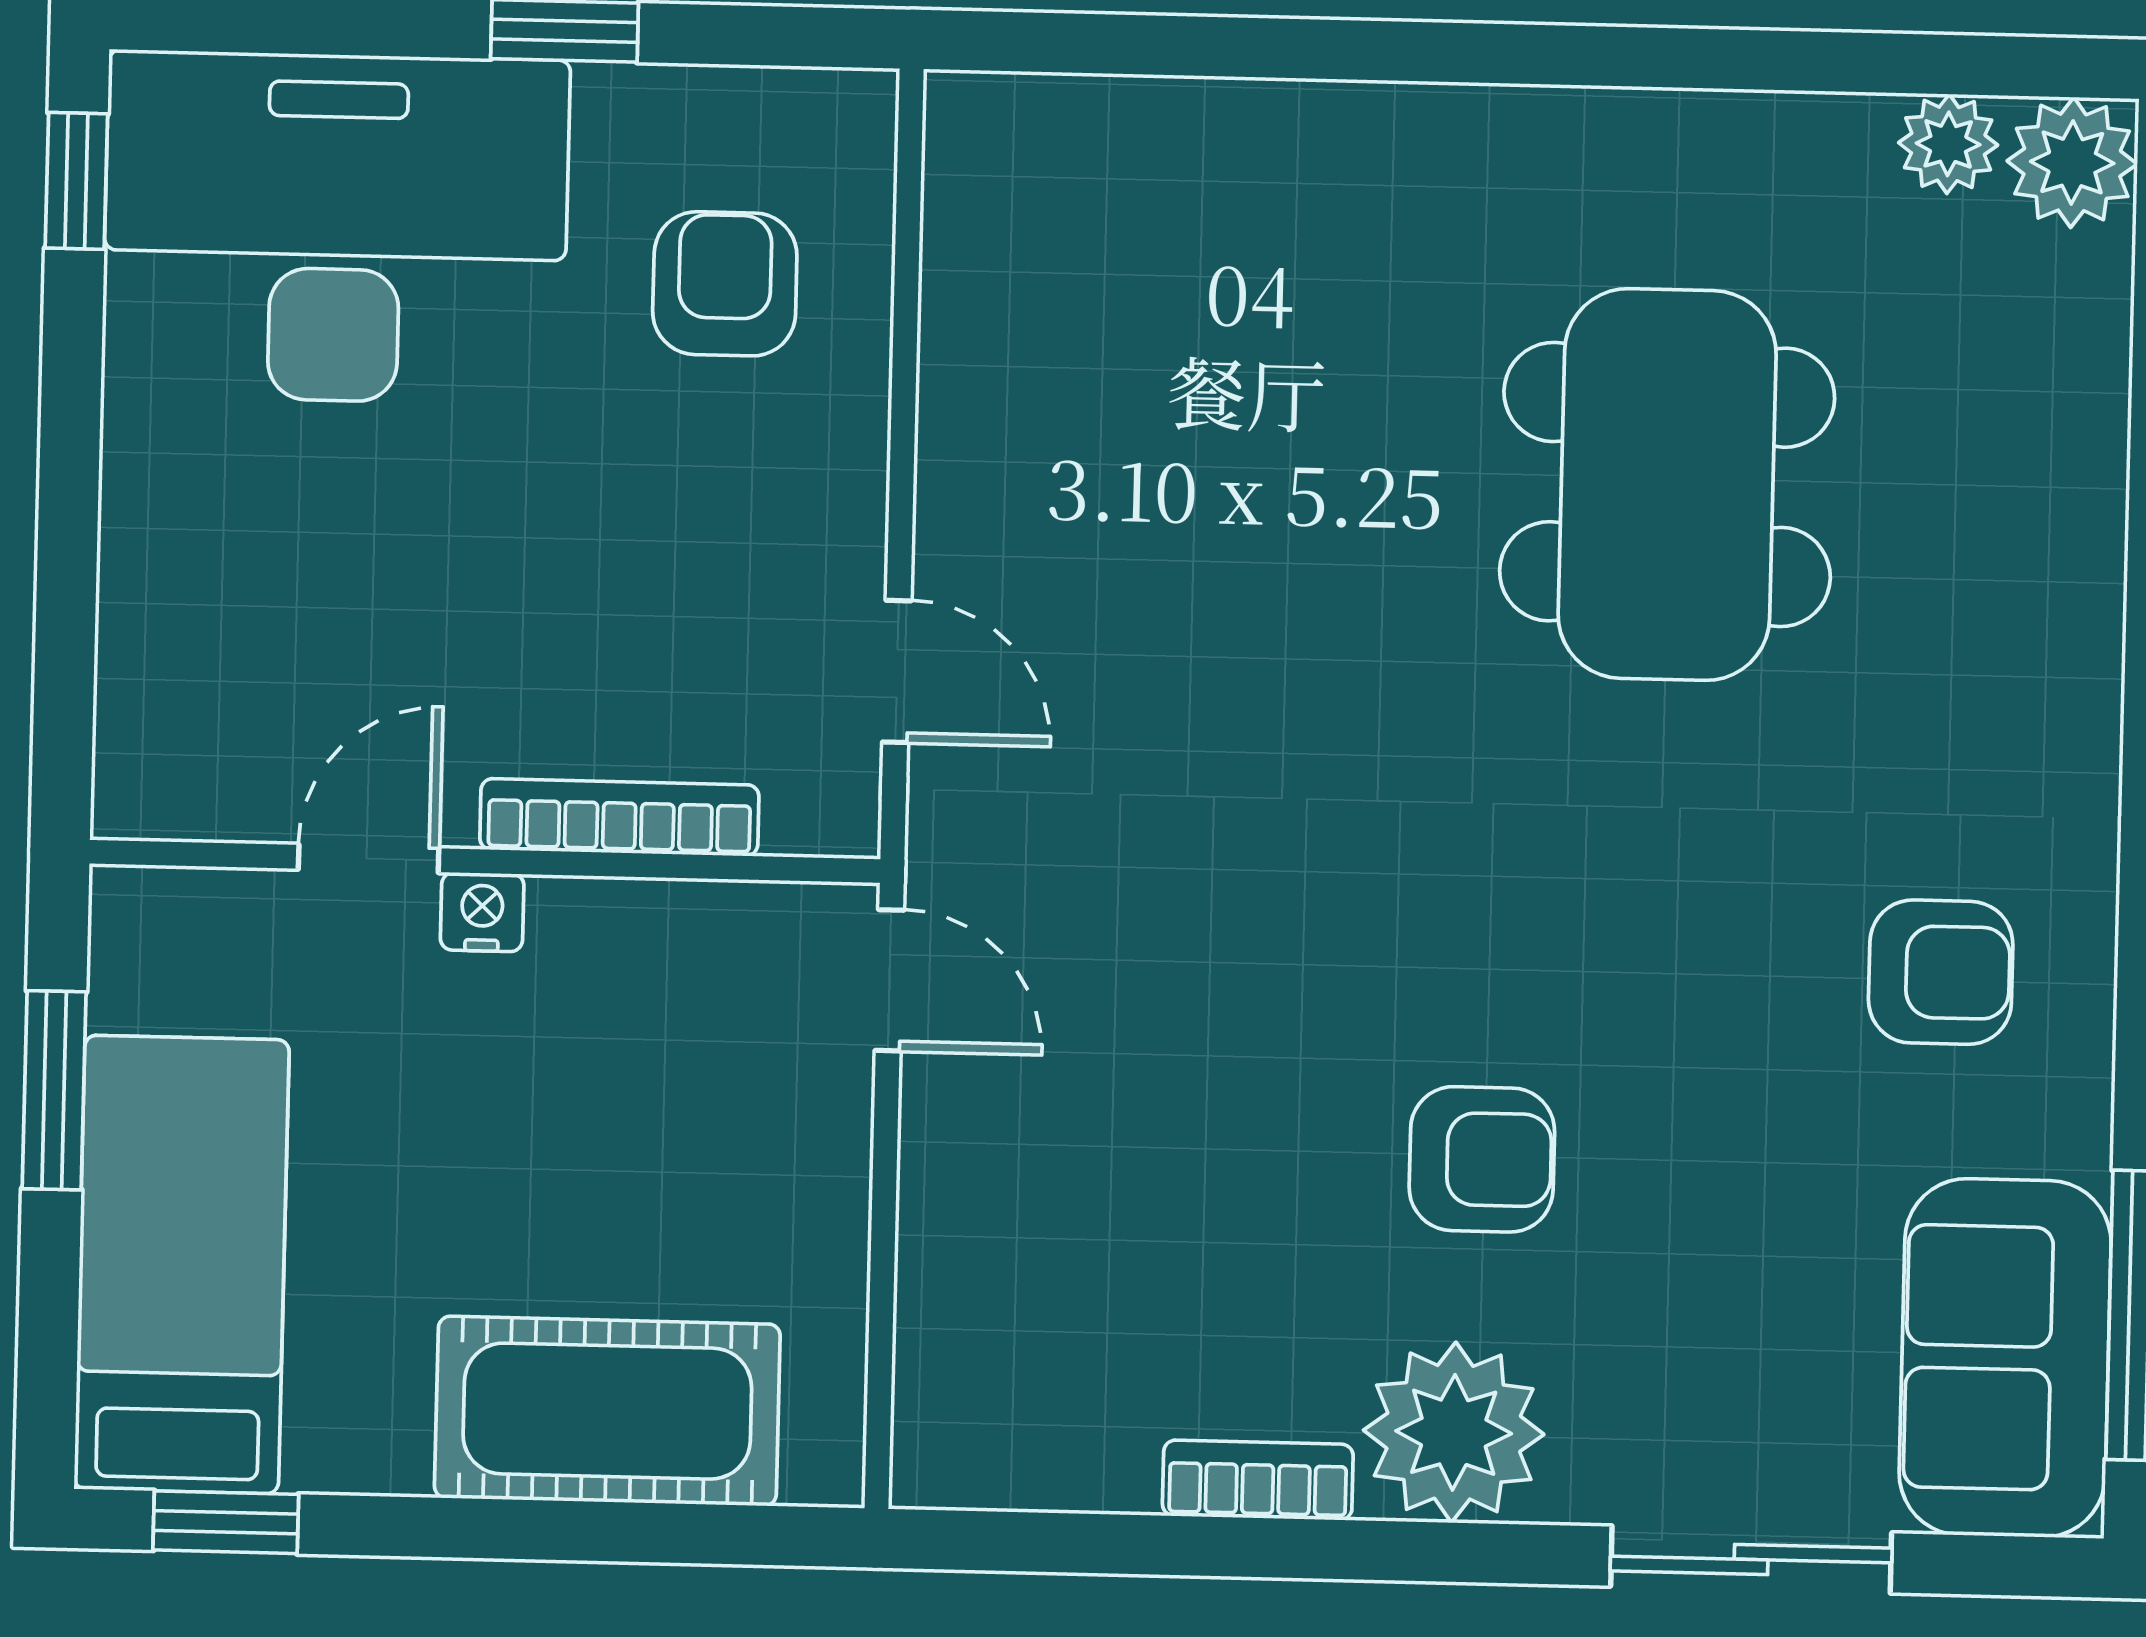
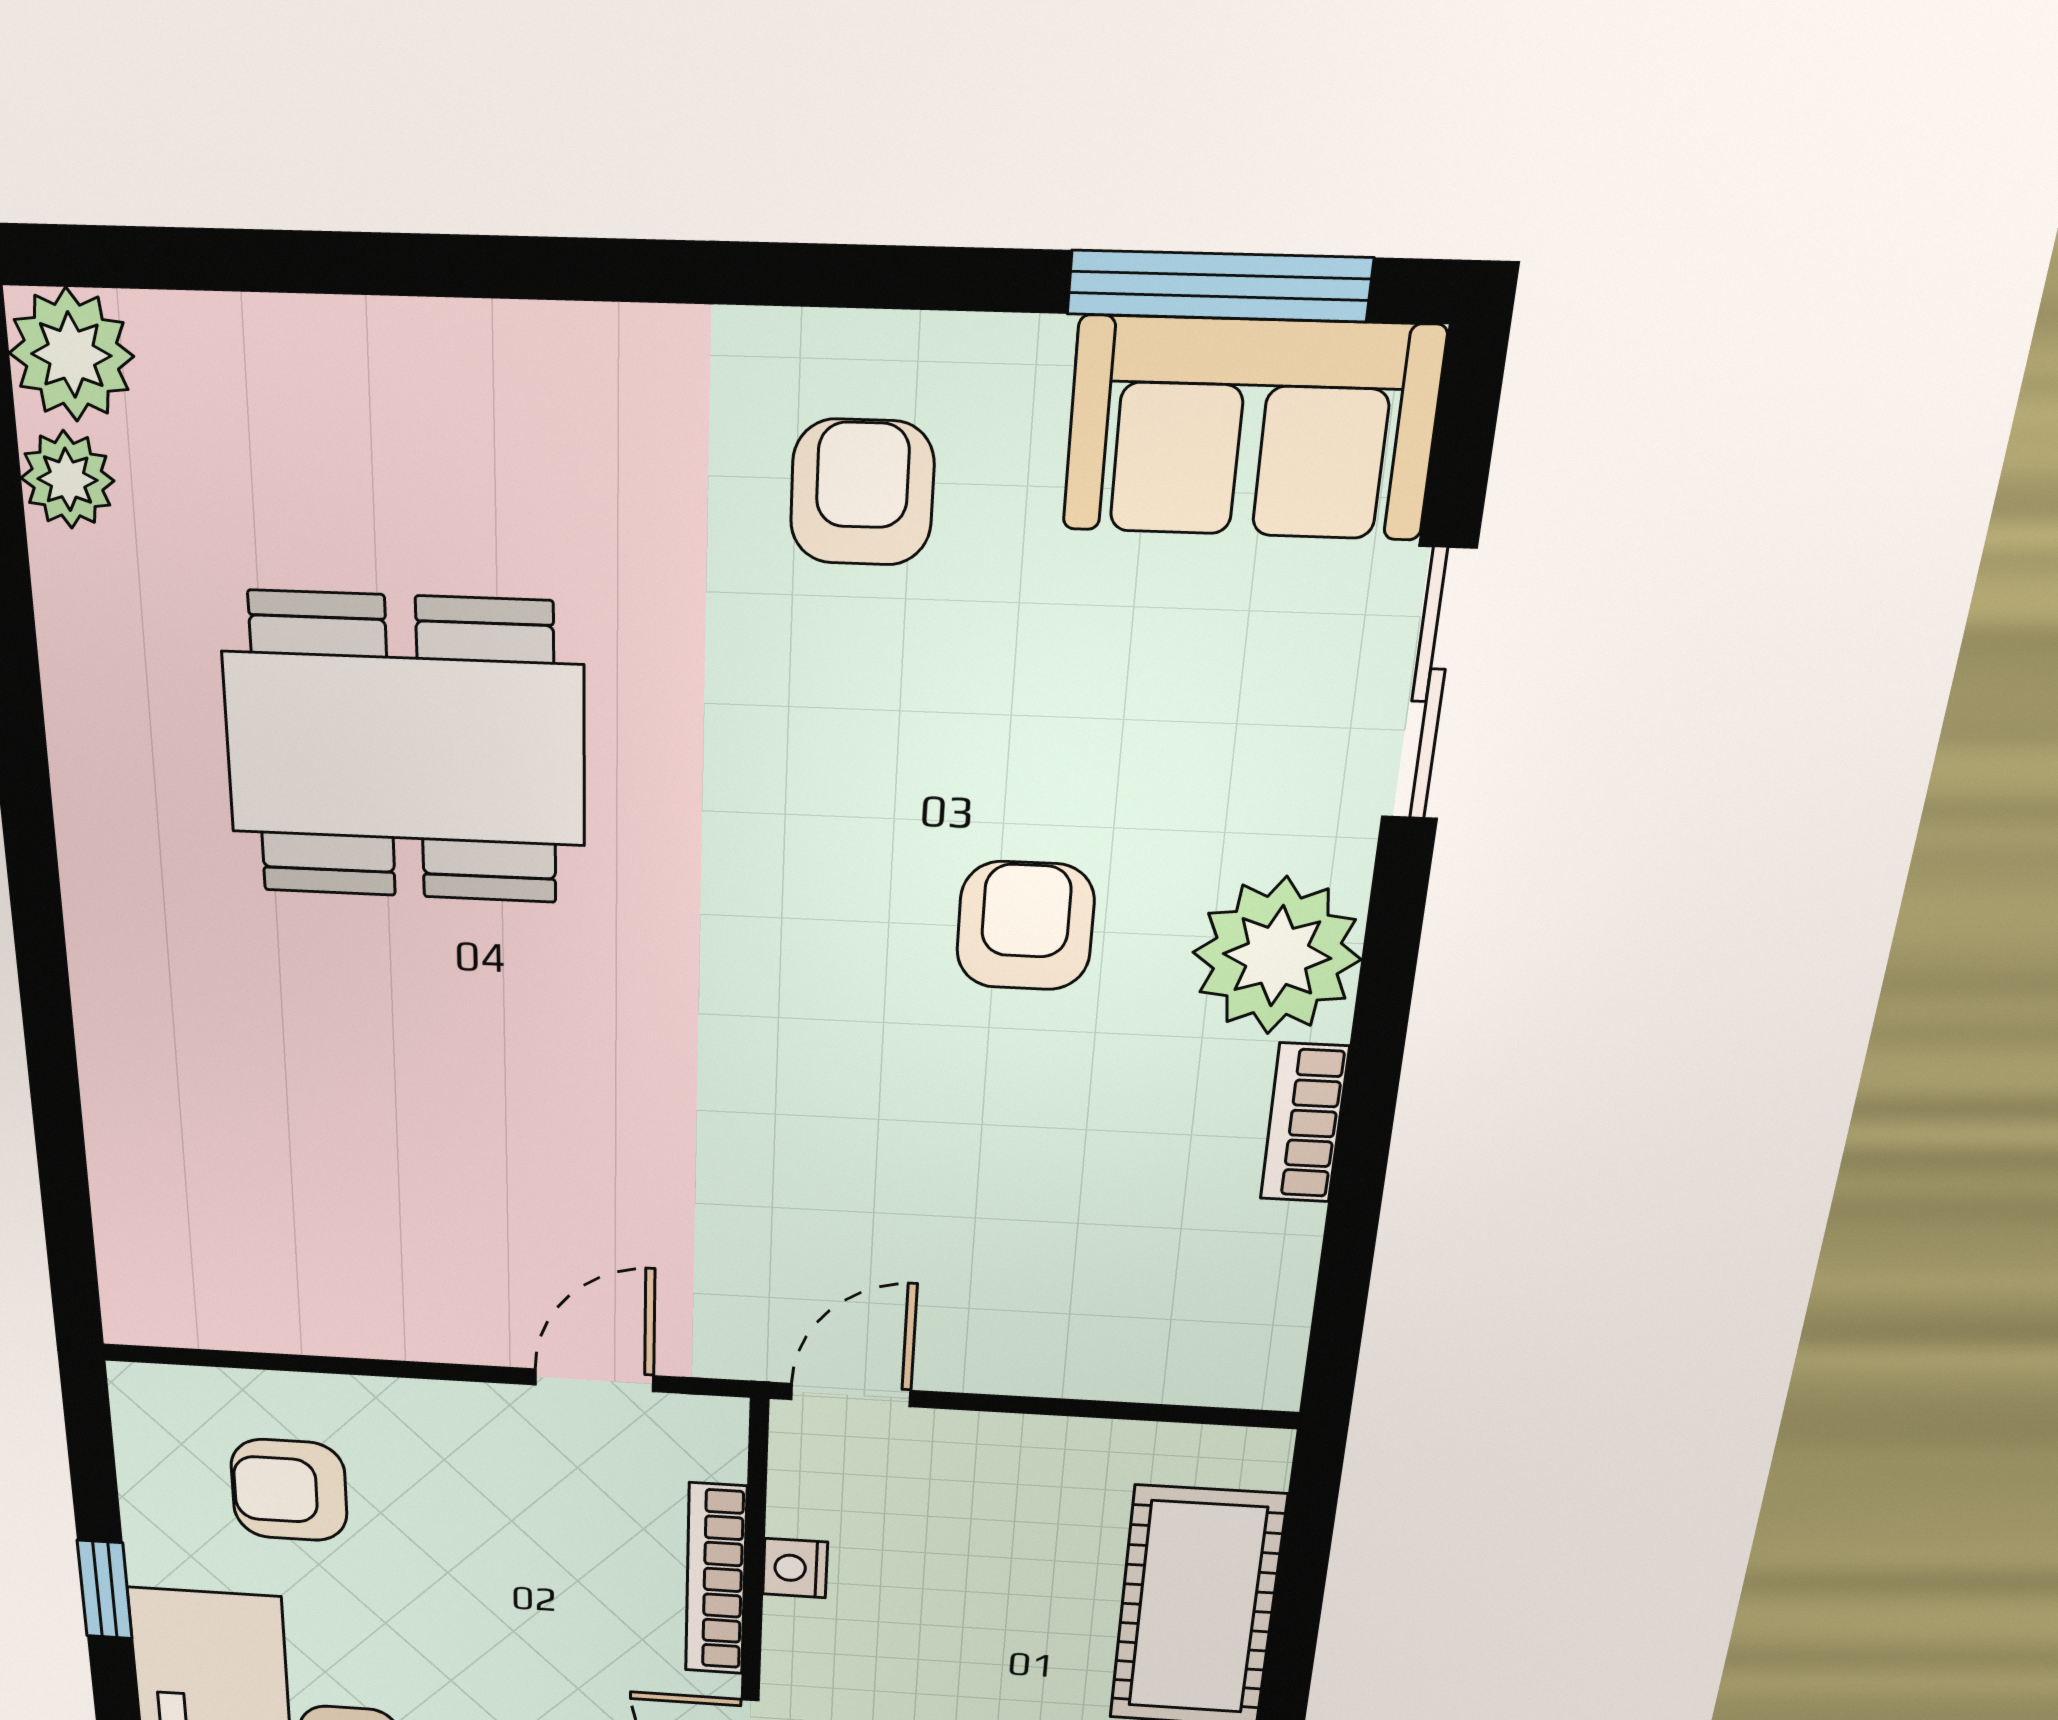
nightstand: (482, 912) -> (795, 1568), moved

